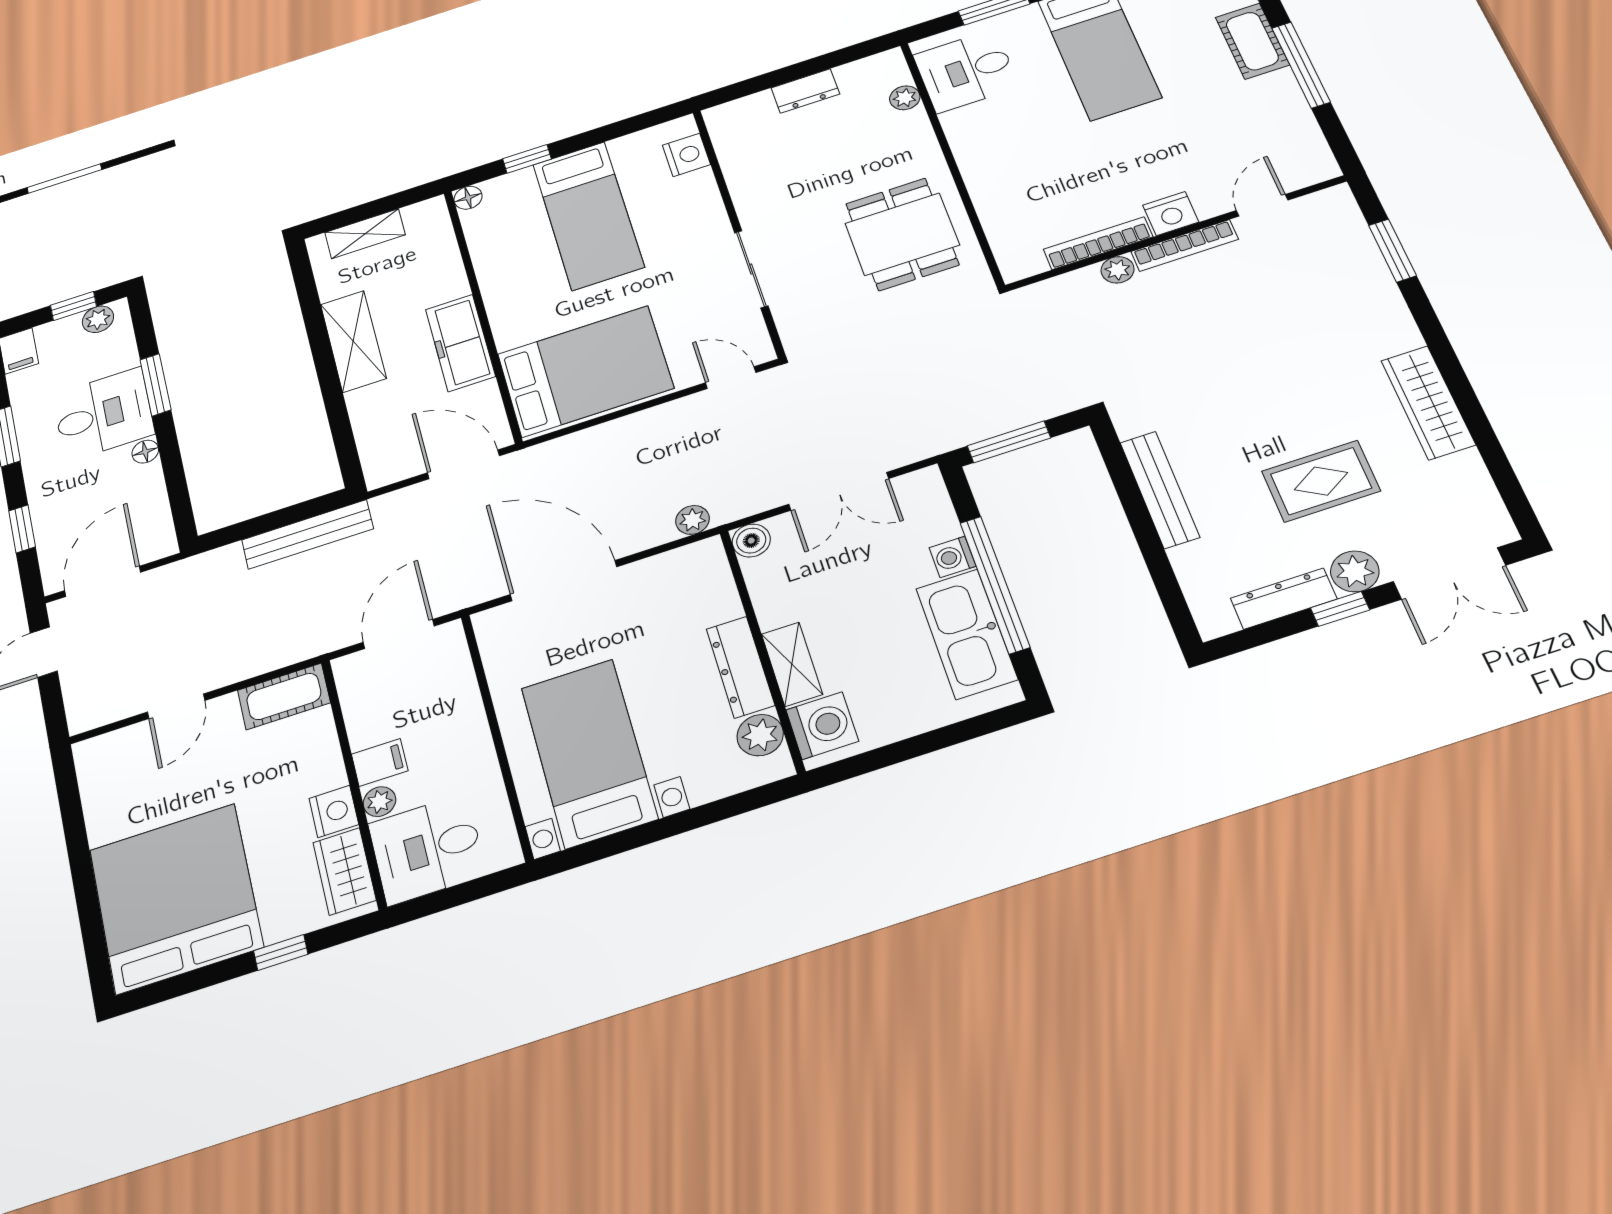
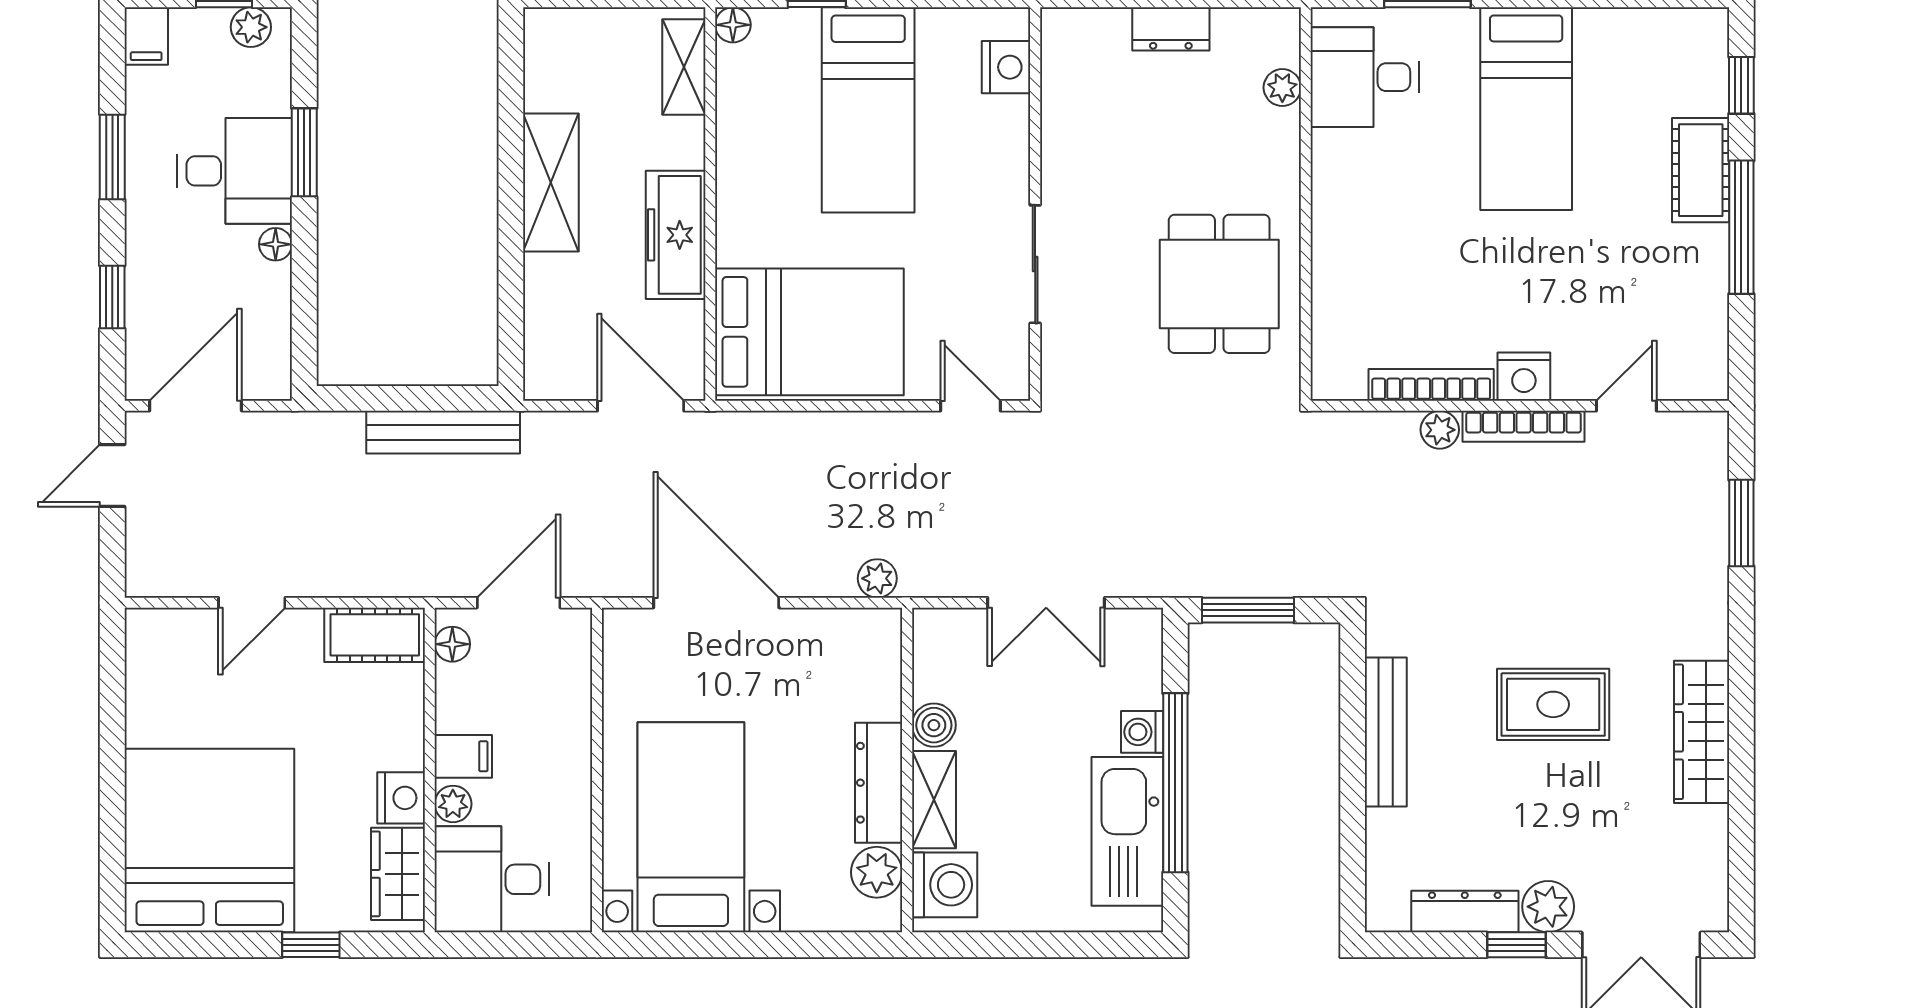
shelving: (365, 234) -> (684, 67), moved, turned 90
rug: (1321, 481) -> (1553, 704), moved
boiler: (751, 541) -> (934, 725), moved
floor lamp: (351, 682) -> (452, 644), added

